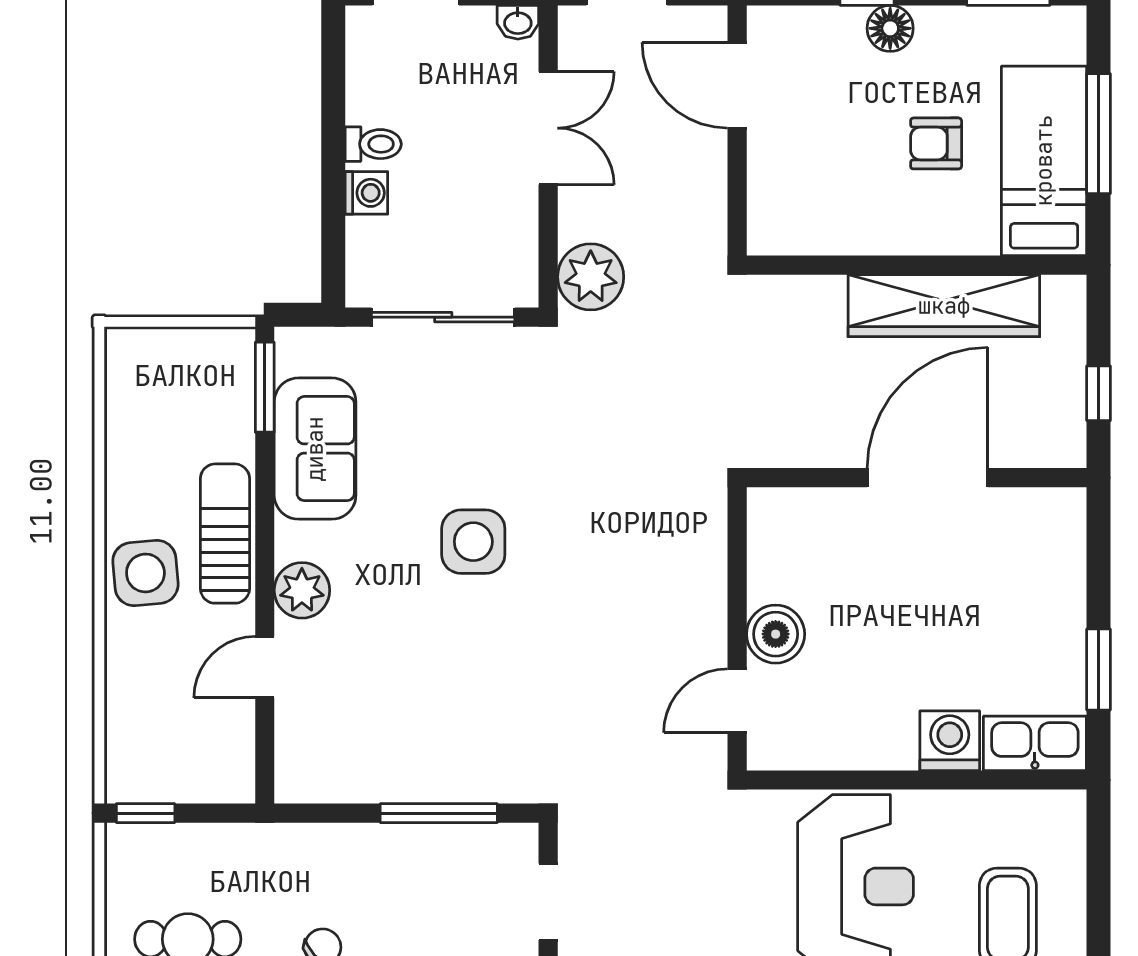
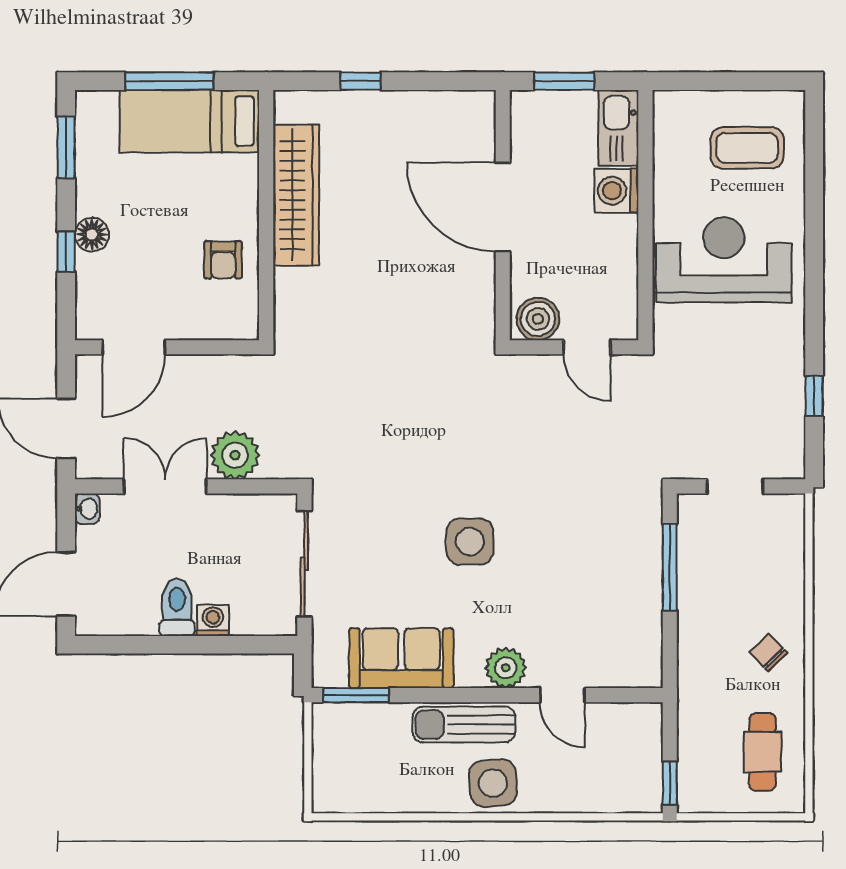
armchair: (936, 143) -> (223, 260), moved
toilet: (373, 144) -> (177, 607), width x1.37, depth x1.39
plant: (591, 277) -> (235, 455), moved
wall: (917, 478) -> (503, 215), moved
door: (928, 478) -> (503, 207), moved

